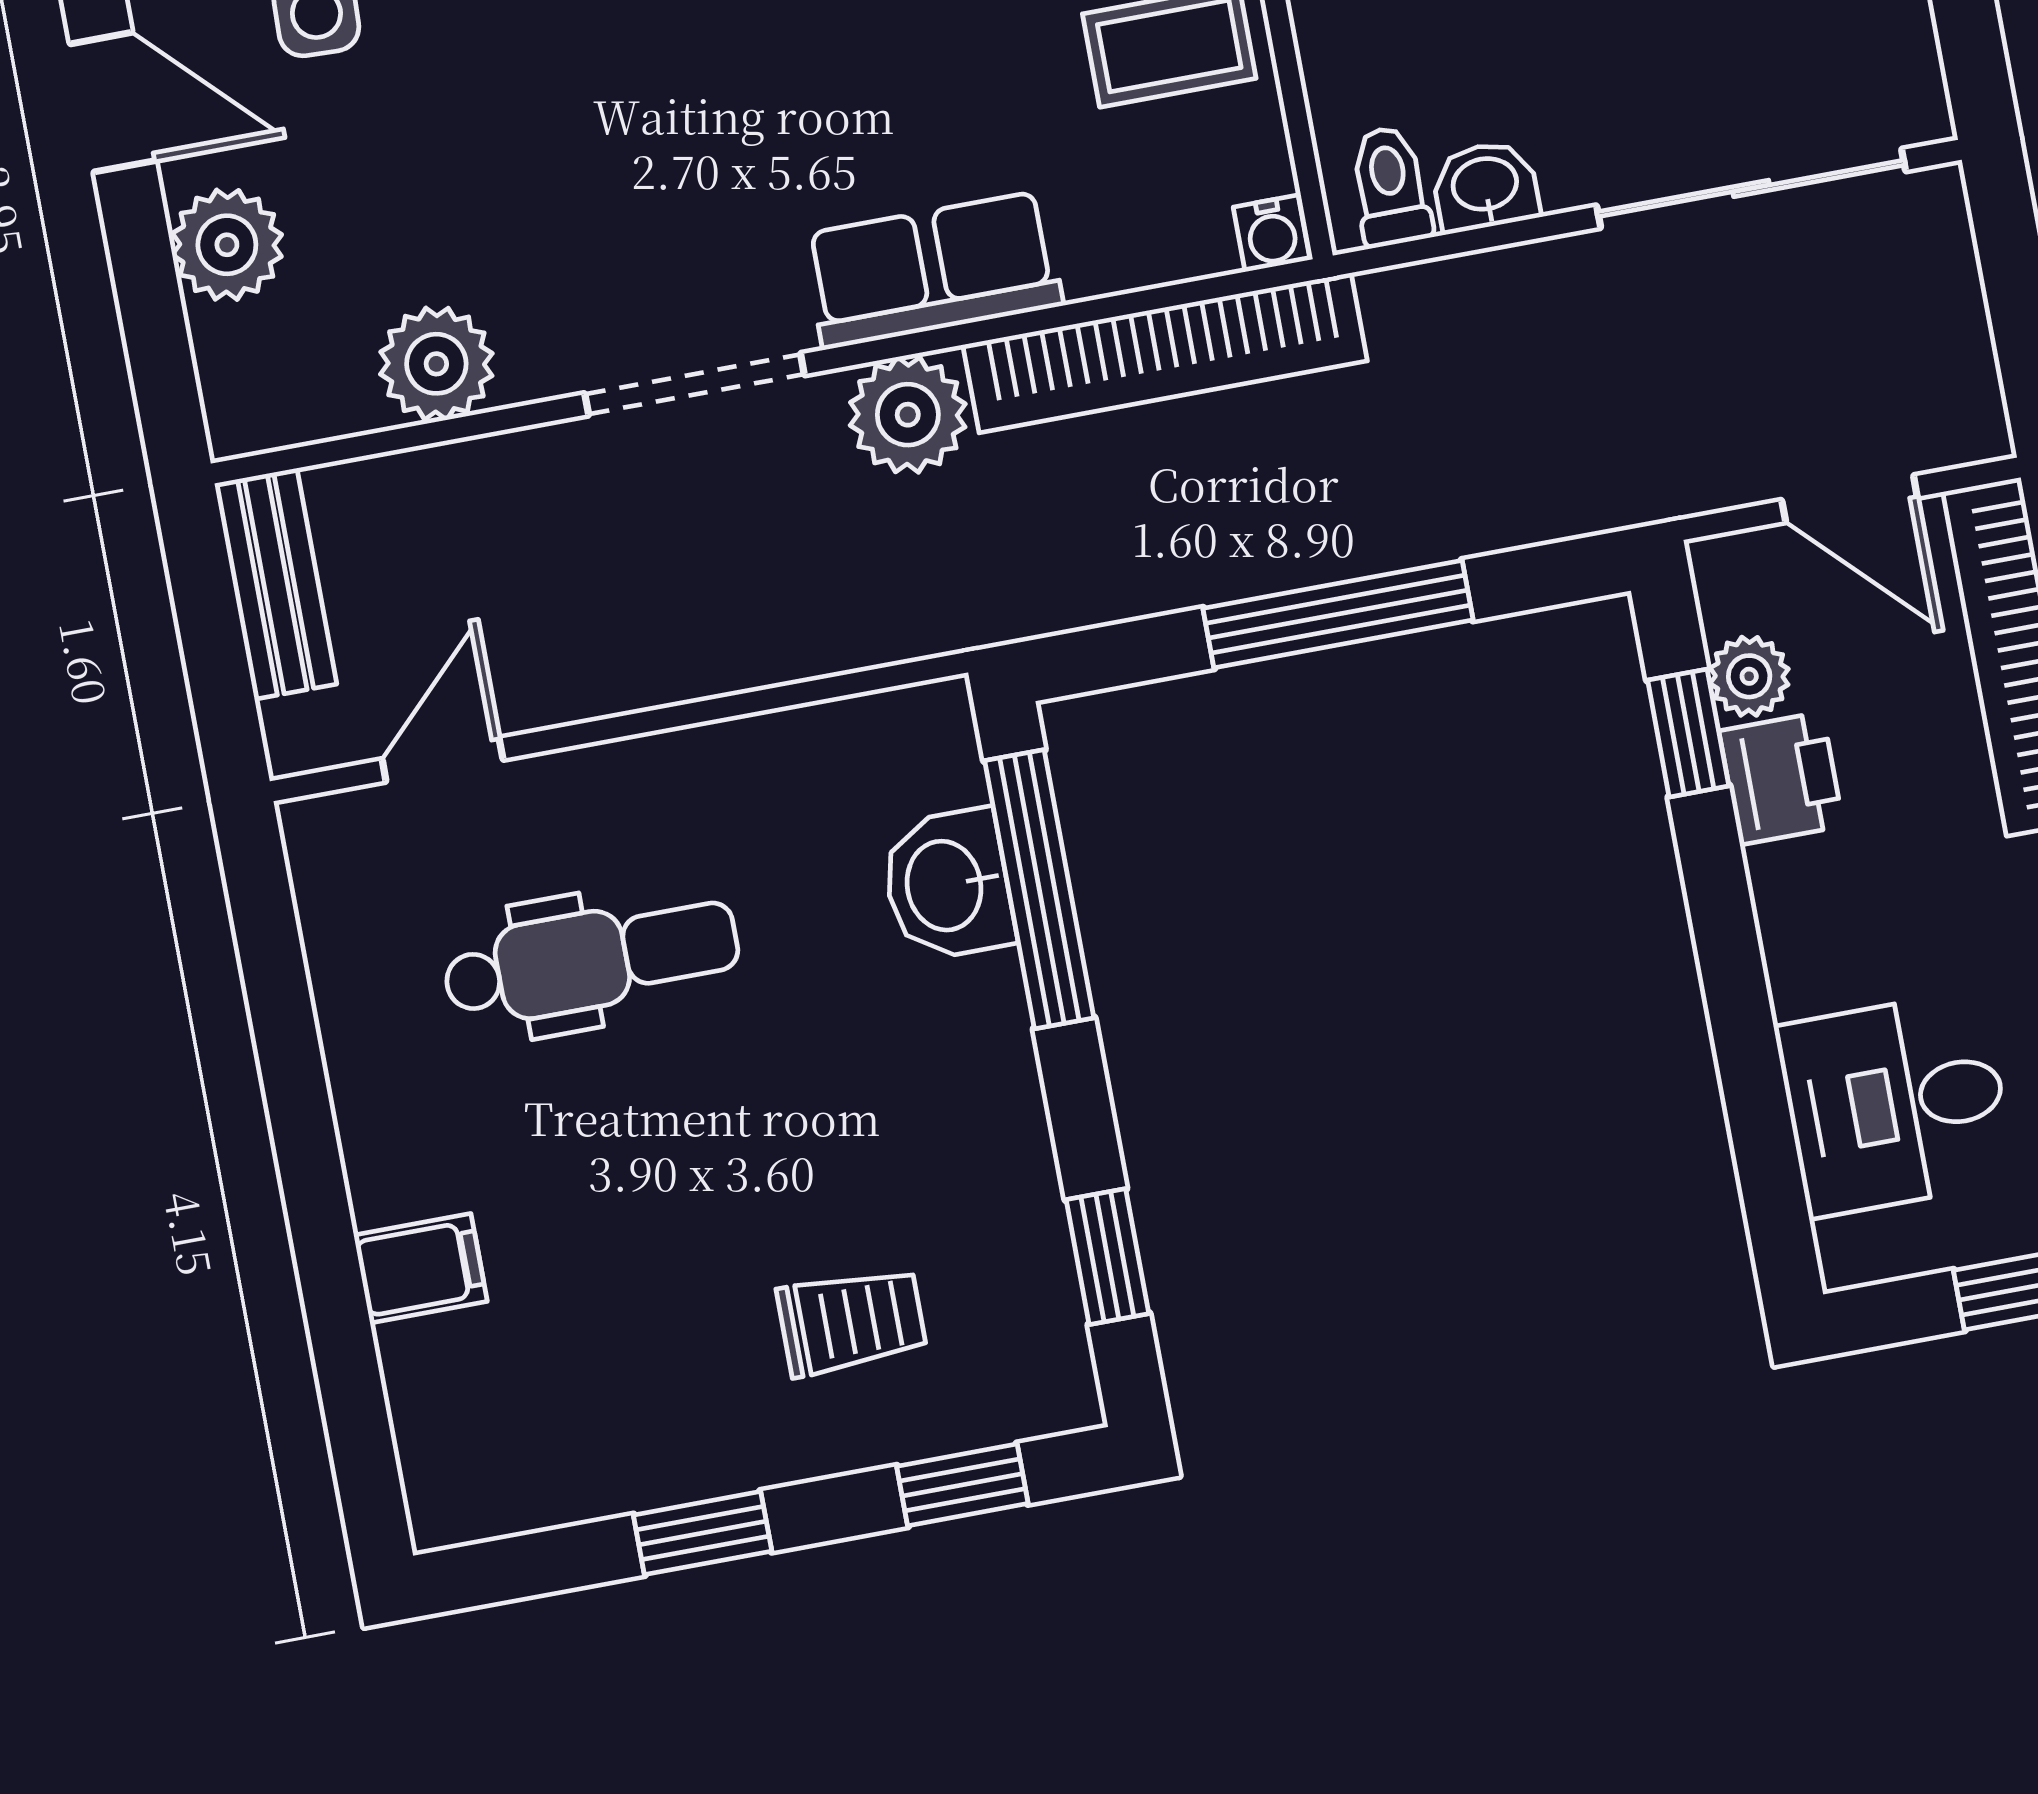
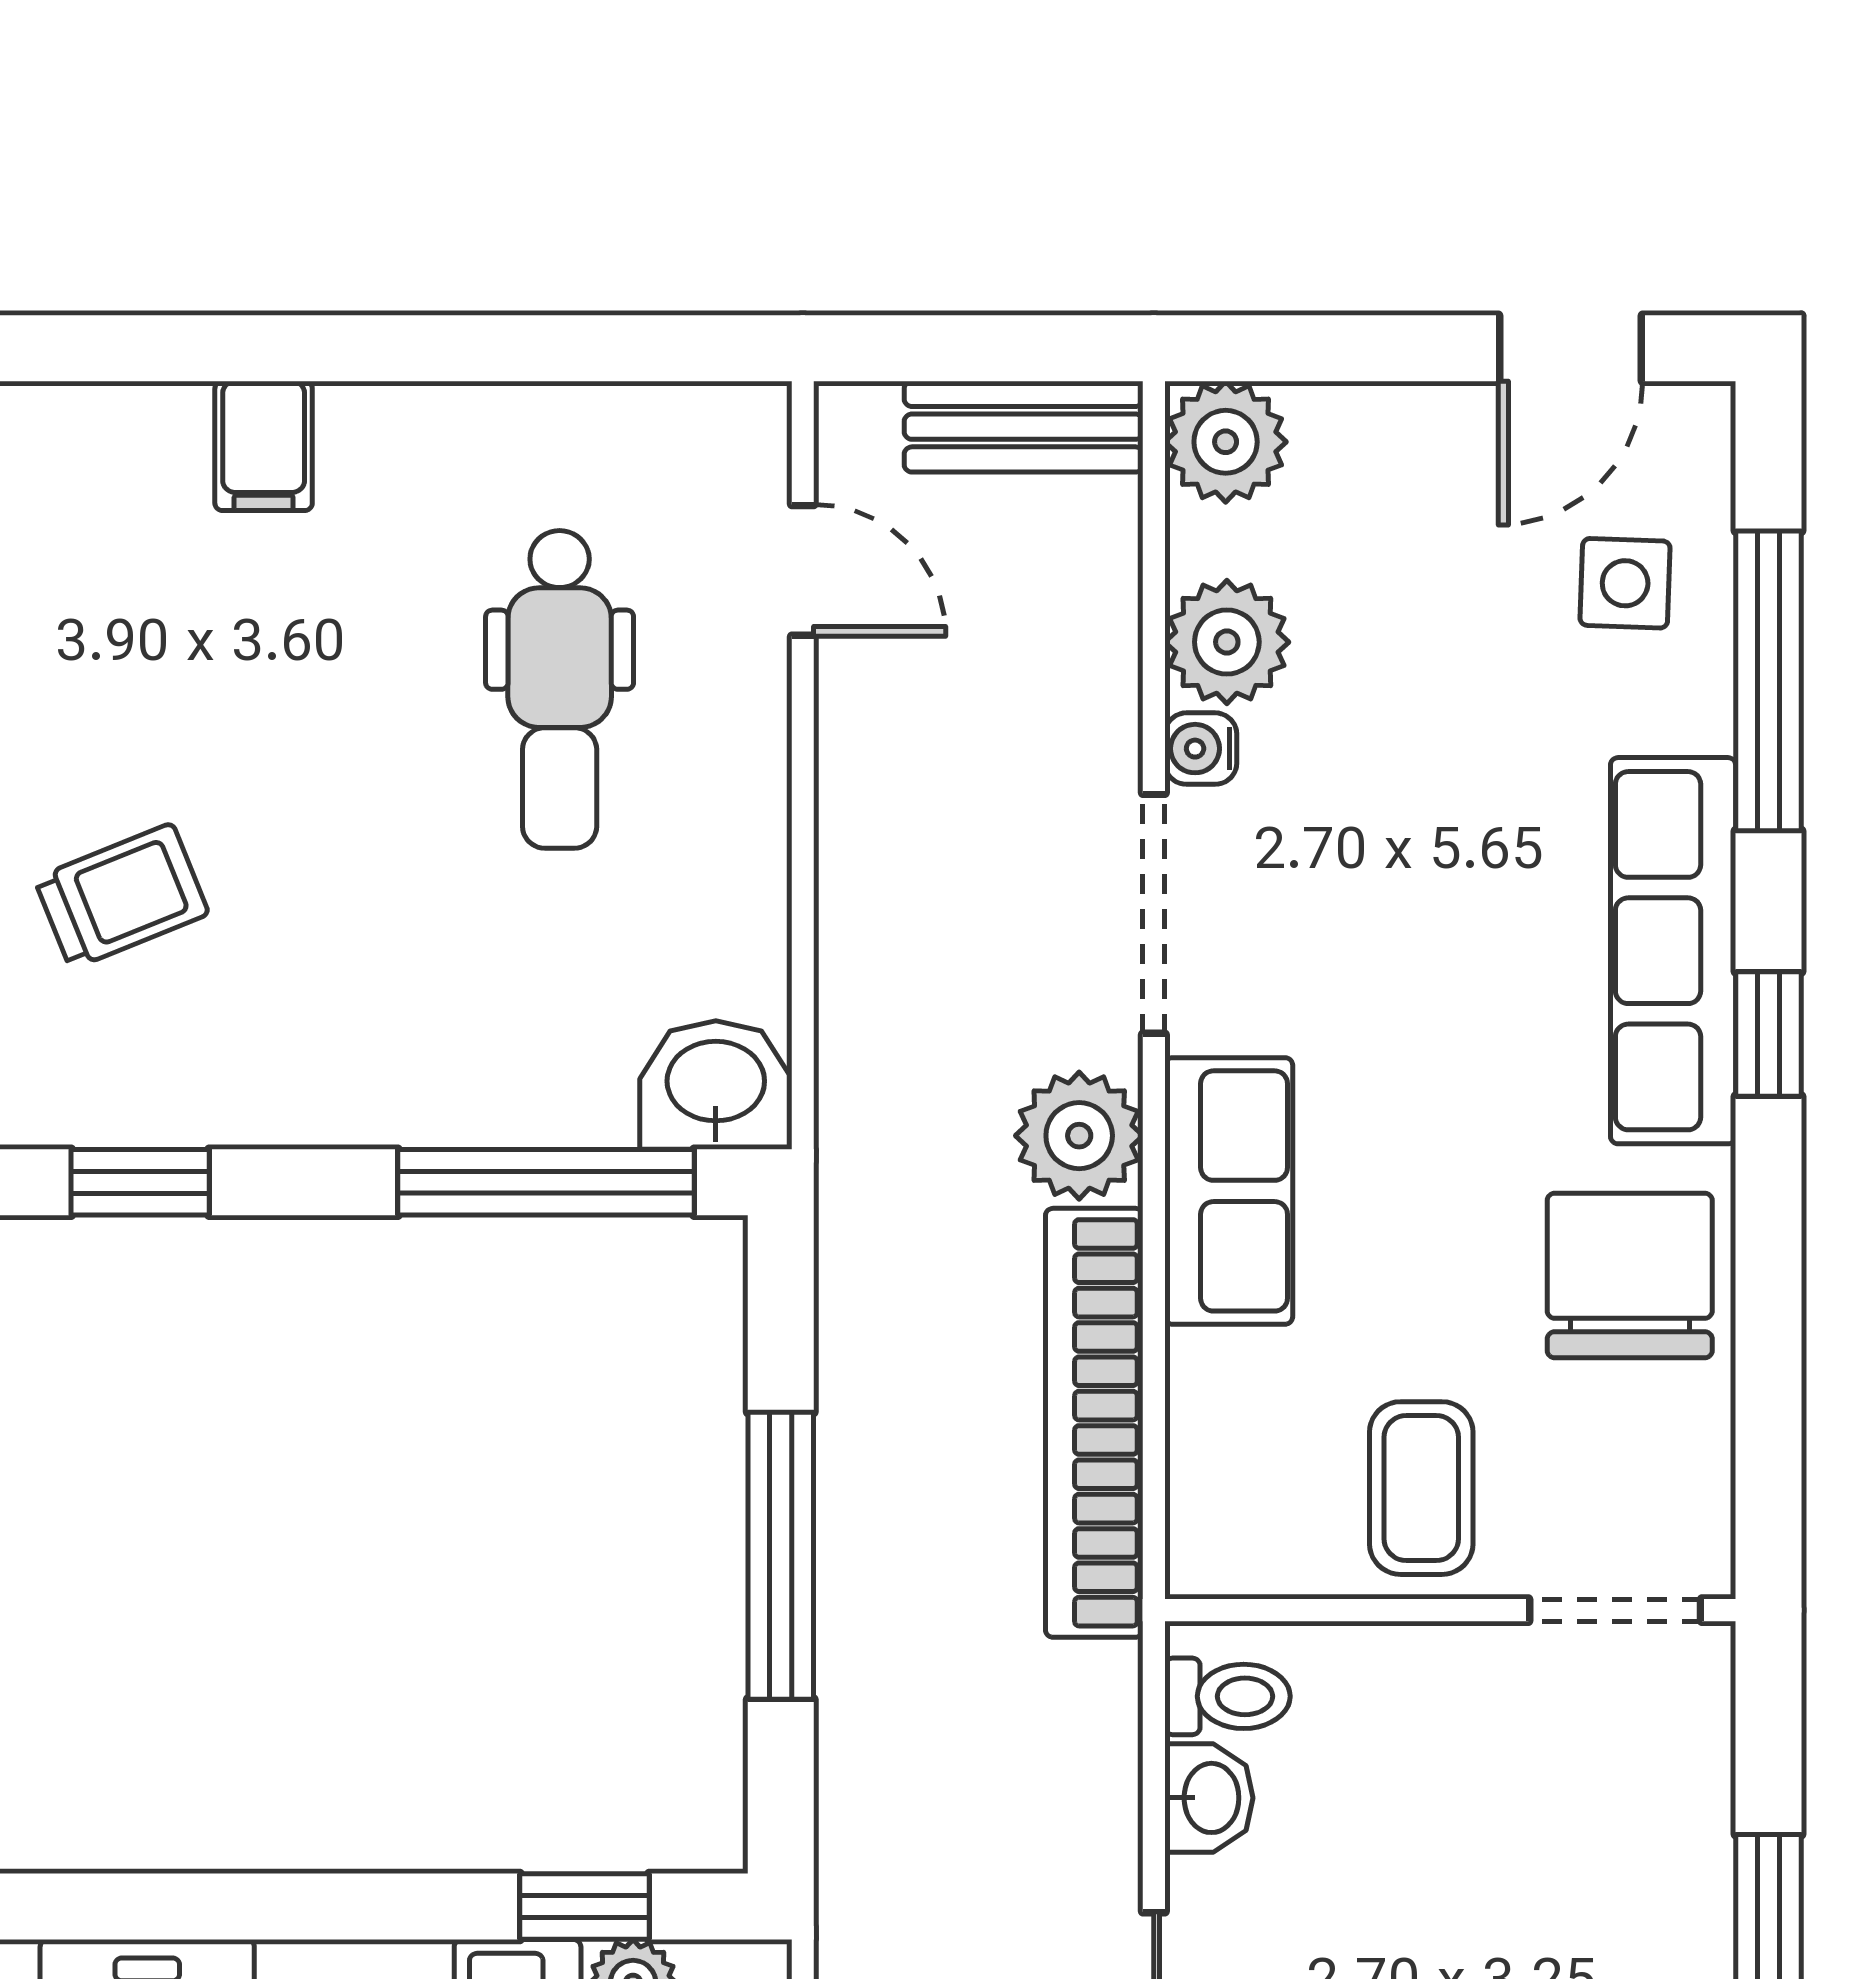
water cooler: (1272, 233) -> (1201, 749), moved
plant: (227, 245) -> (1226, 442), moved
washbasin: (948, 885) -> (716, 1085), moved
trolley: (852, 1321) -> (122, 896), turned -112

